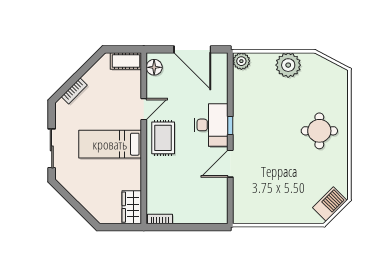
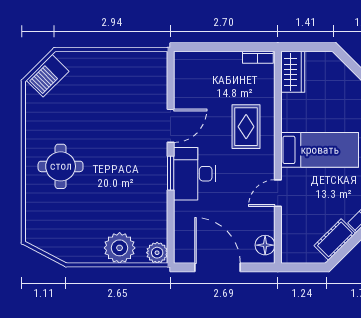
cot: (126, 61) -> (335, 239), moved, turned -45
plant: (288, 65) -> (120, 248), moved
window: (230, 125) -> (171, 173), width x1.50
rug: (163, 138) -> (246, 127), moved

